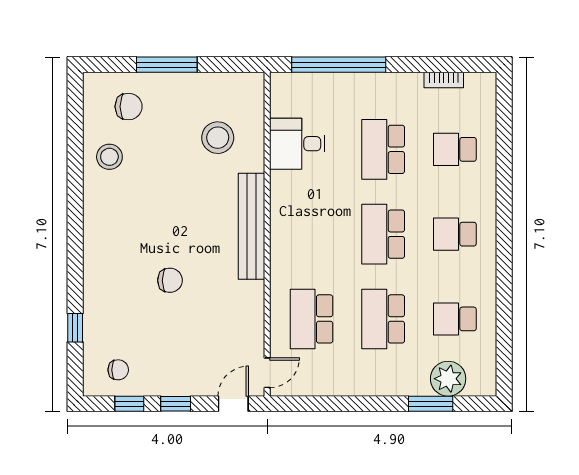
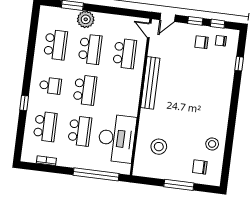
desk: (297, 144) -> (117, 138), width x1.87, depth x1.30
school desk: (455, 149) -> (45, 127), width x1.85
window: (504, 192) -> (24, 103), added
bench: (251, 226) -> (150, 83), moved
chair: (170, 280) -> (201, 42), moved
school desk: (455, 319) -> (56, 45), width x1.85
door: (267, 373) -> (149, 30), hinge flipped
plant: (448, 379) -> (86, 19), moved

